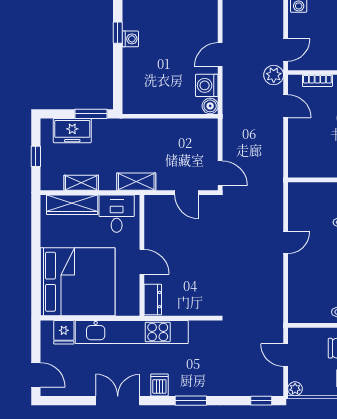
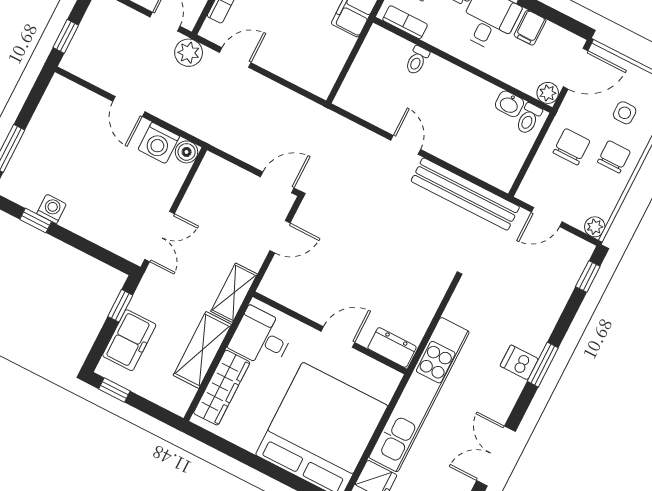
window: (91, 114) -> (120, 306), width x0.67
double door: (148, 116) -> (159, 236), added
window: (36, 156) -> (114, 390), moved
shelving: (81, 183) -> (202, 350), width x1.50, depth x1.33
bench: (274, 296) -> (465, 194), added
dishwasher: (159, 385) -> (519, 362), moved

